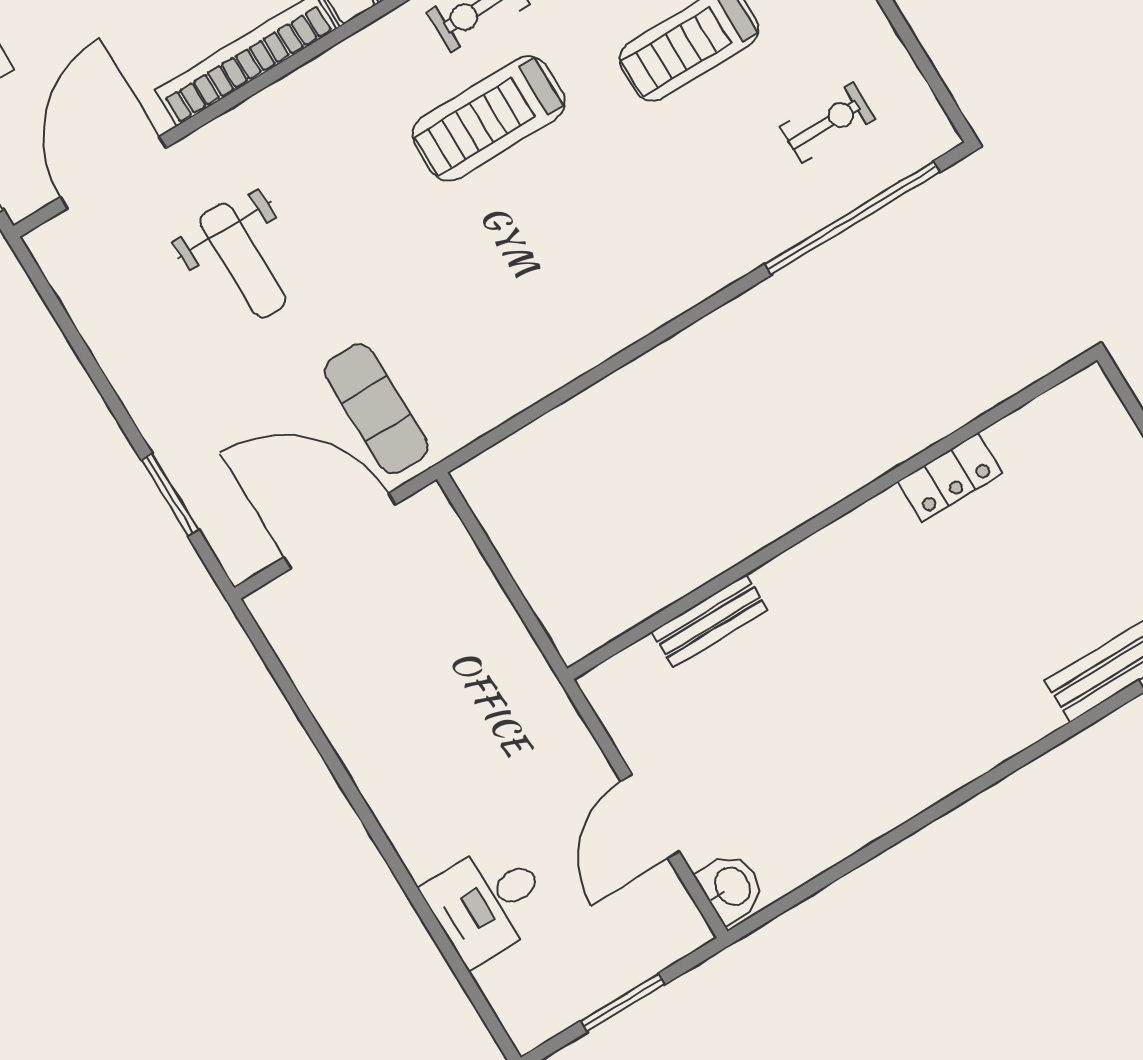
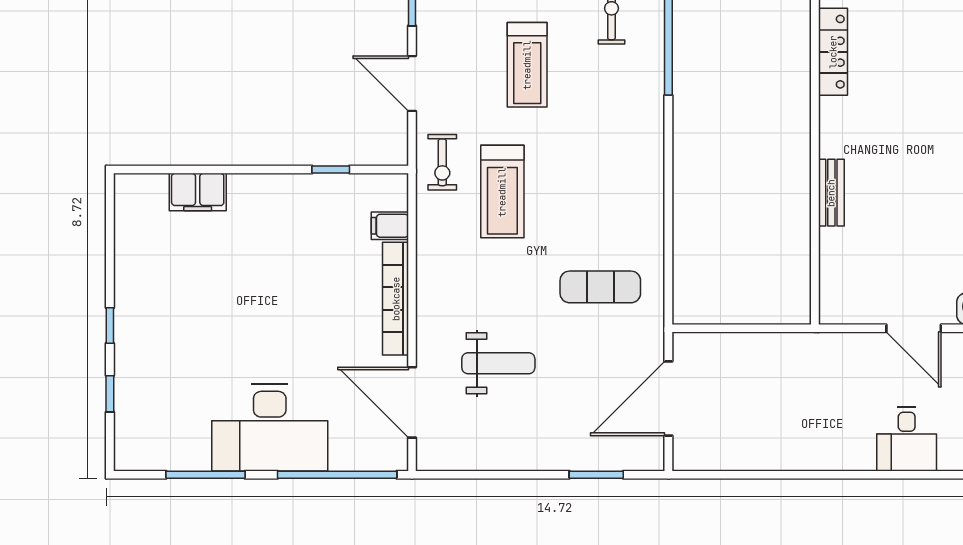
exercise mat: (376, 409) -> (600, 287), moved
locker: (950, 477) -> (833, 52), width x1.53
bench: (710, 621) -> (831, 193), moved

